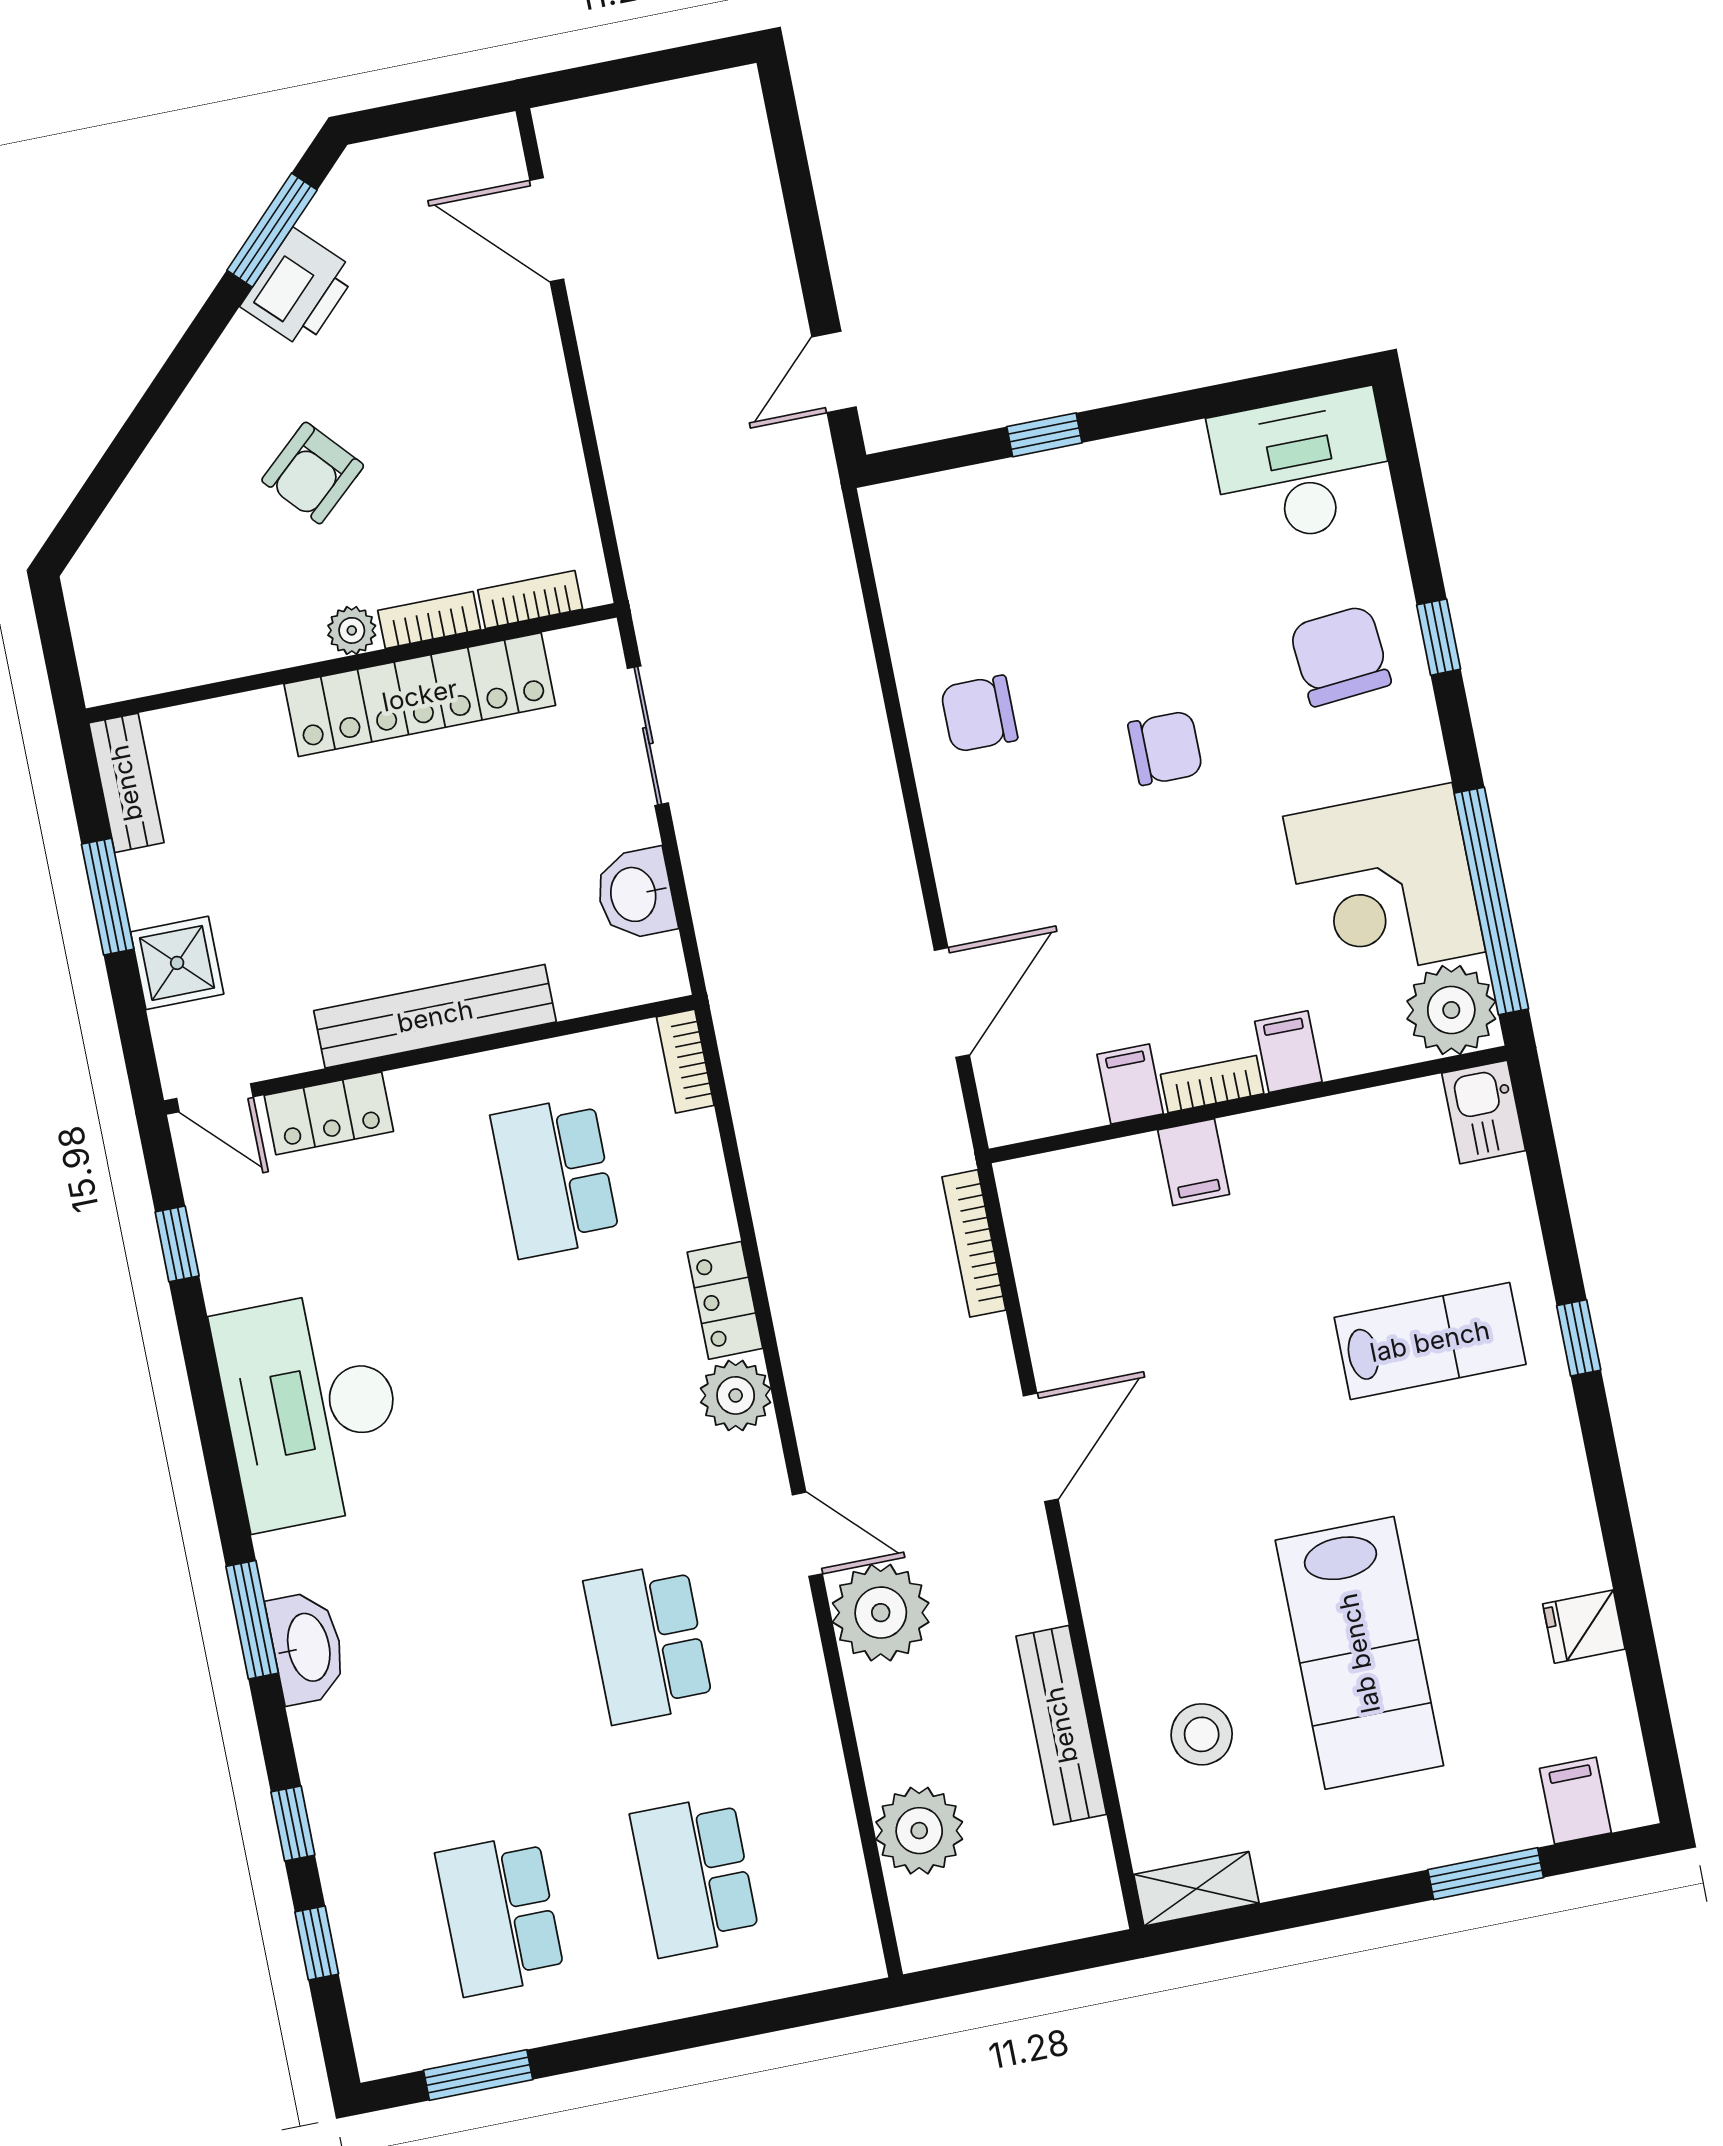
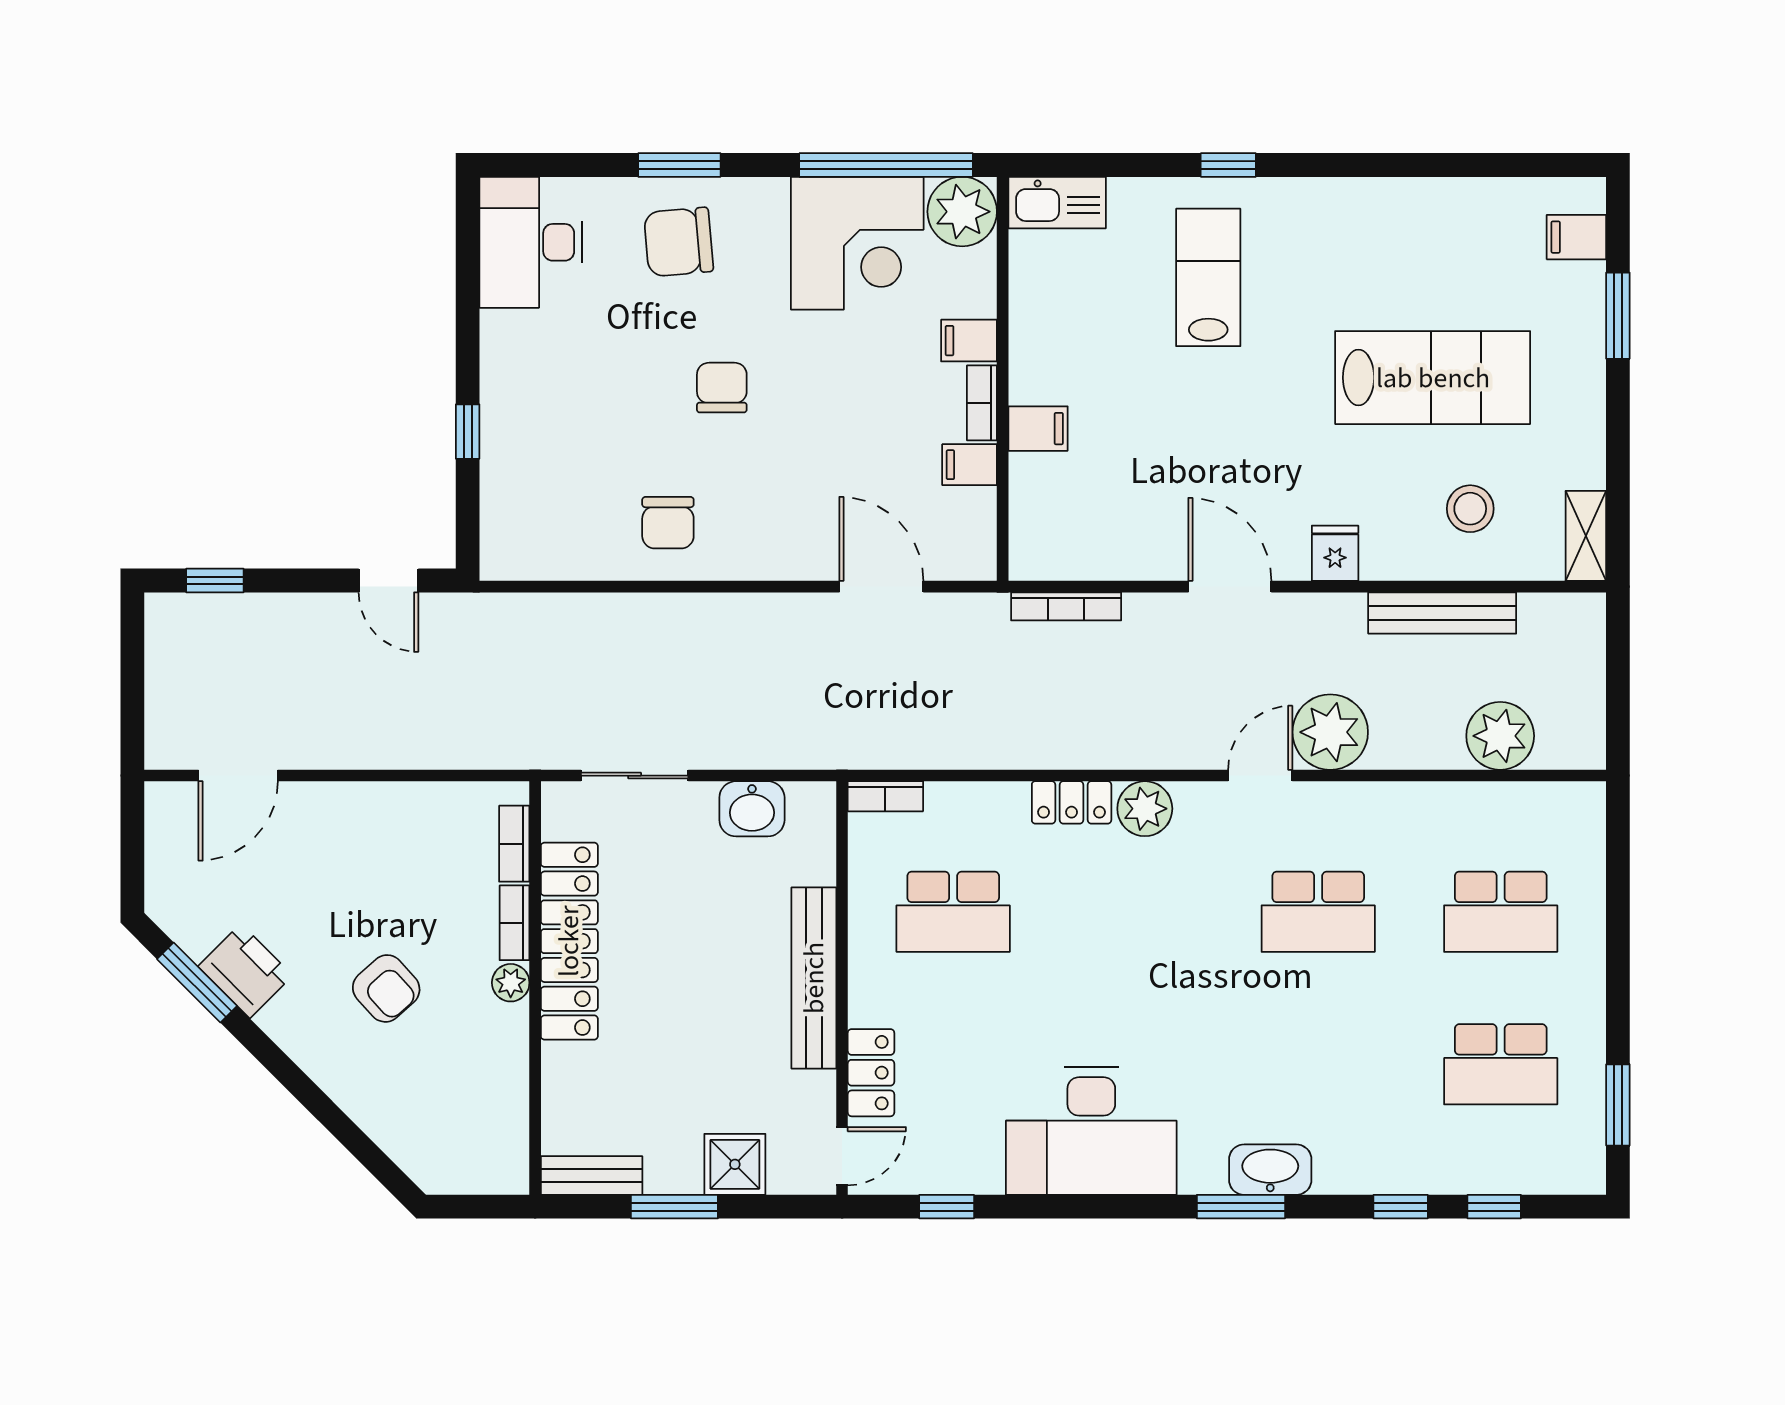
window: (790, 150) -> (215, 581), added
window: (1439, 637) -> (679, 165), width x1.50
kitchen sink: (1484, 1112) -> (1057, 203), width x1.38
fridge: (1584, 1627) -> (1335, 553), moved, turned 180

